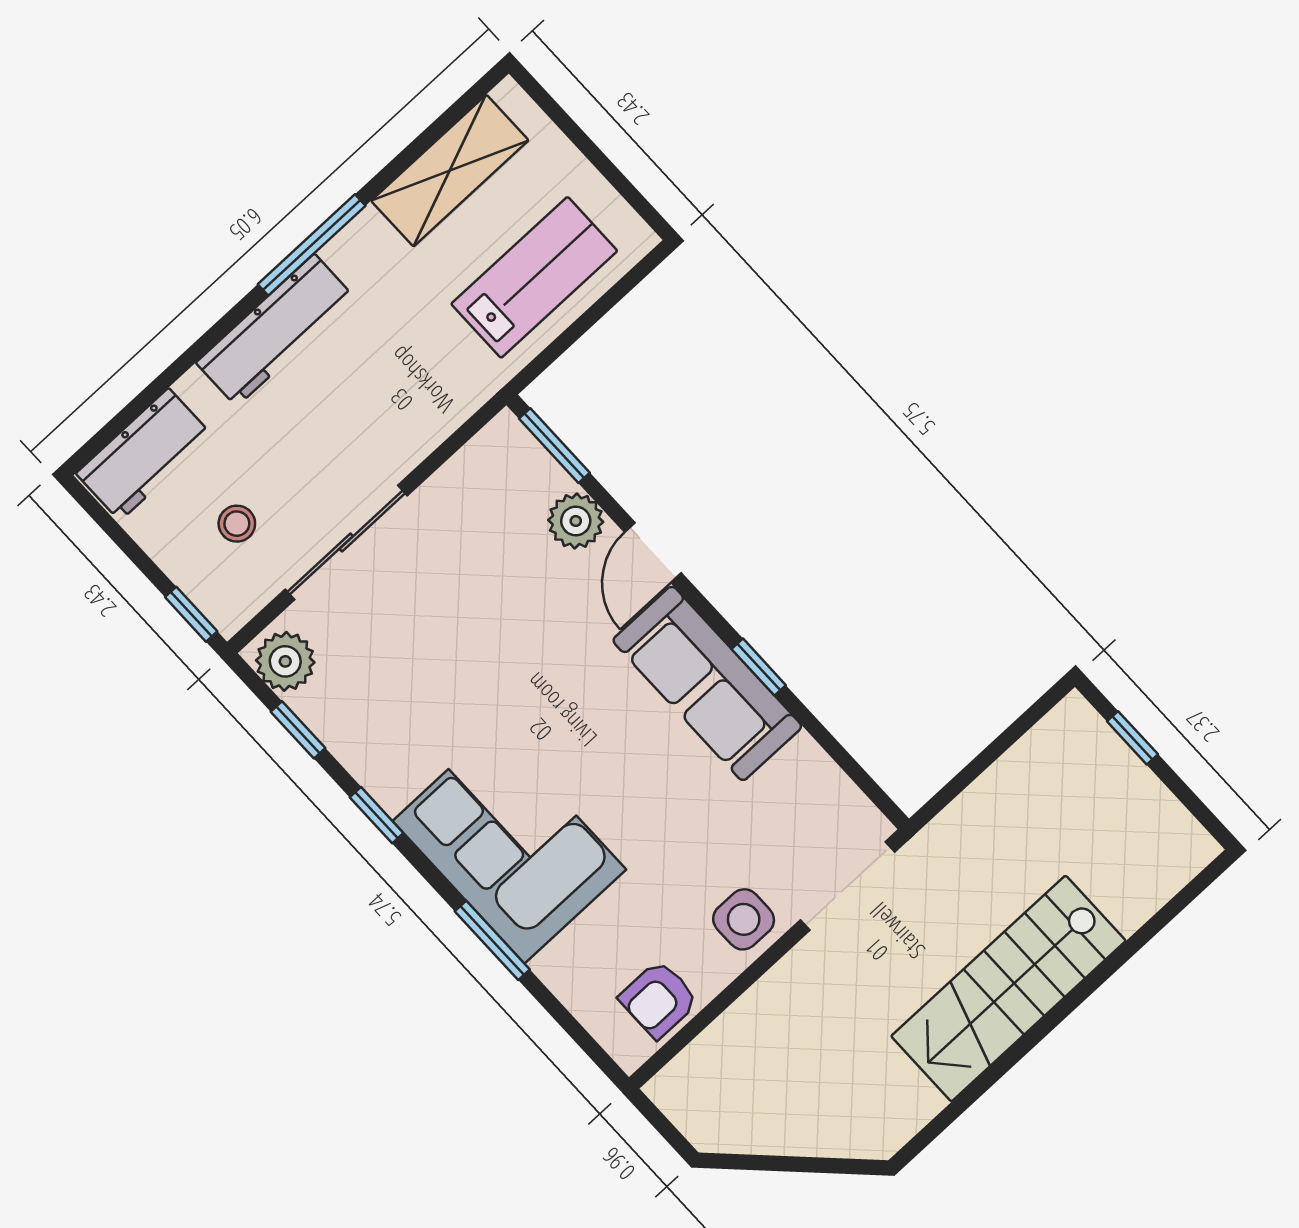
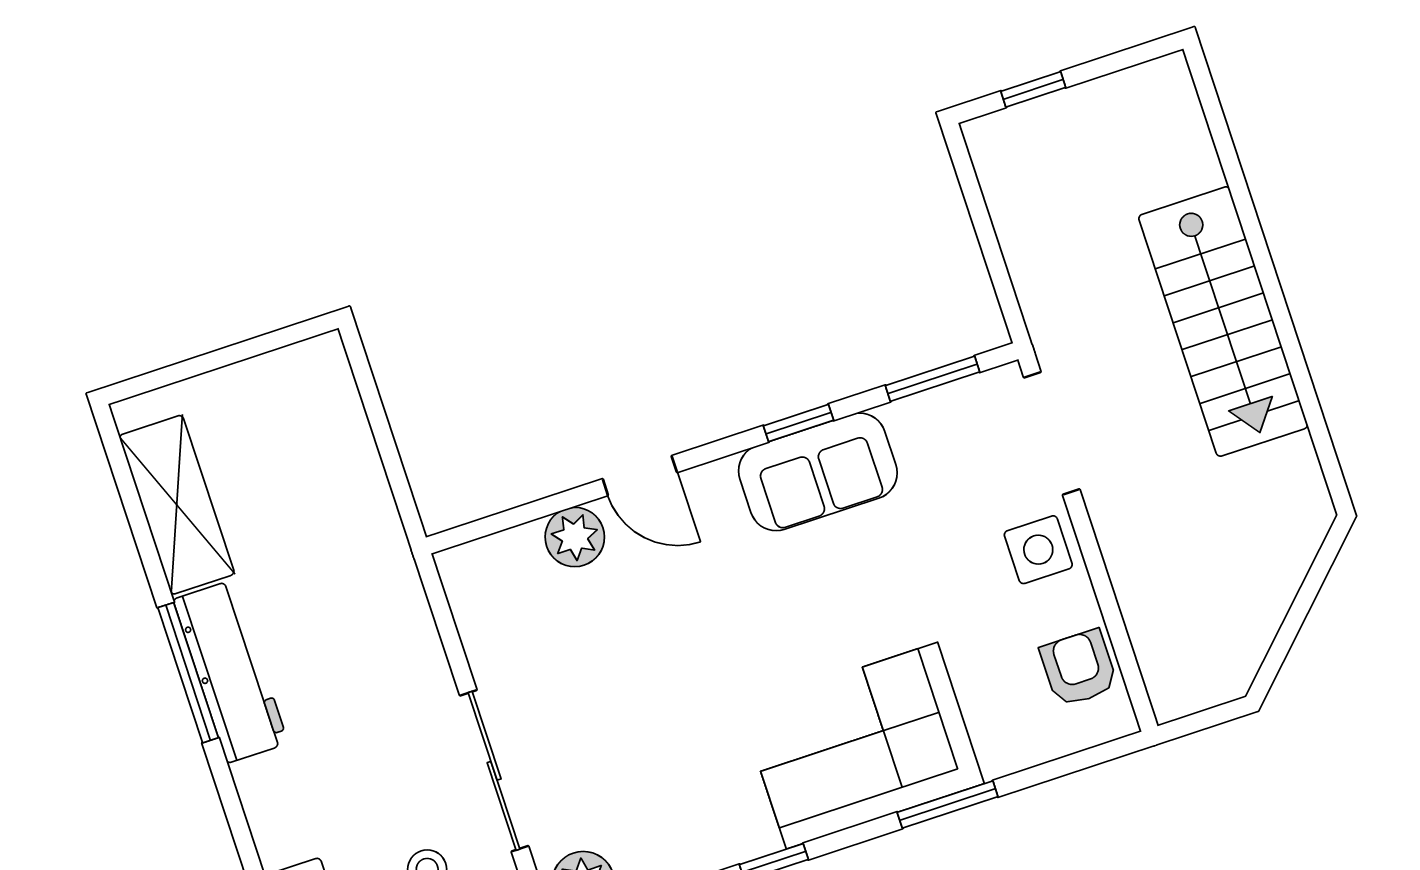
lab bench: (534, 277) -> (318, 470), removed
workbench: (275, 330) -> (231, 671), moved
window: (554, 446) -> (932, 379), moved
sofa: (707, 683) -> (818, 472), width x0.73
armchair: (659, 999) -> (1079, 668), turned 180

